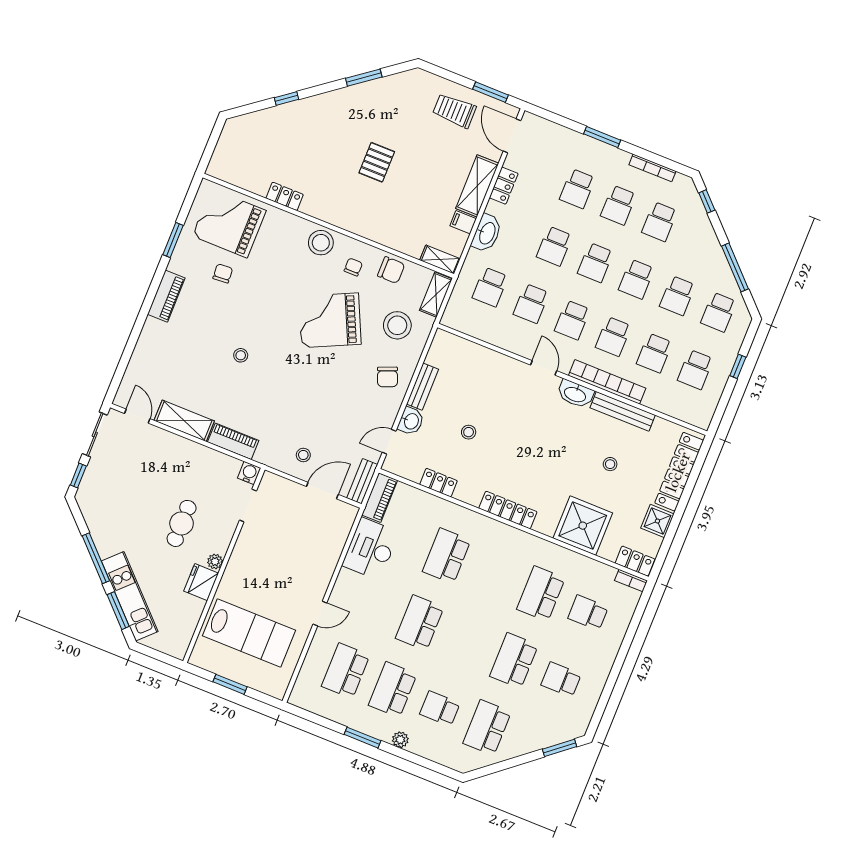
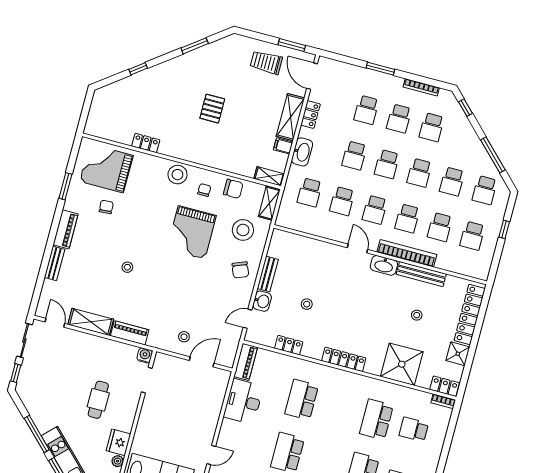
grand piano: (330, 320) -> (192, 232), turned -65
bench: (362, 481) -> (55, 263), moved
plant: (215, 562) -> (118, 461), moved

